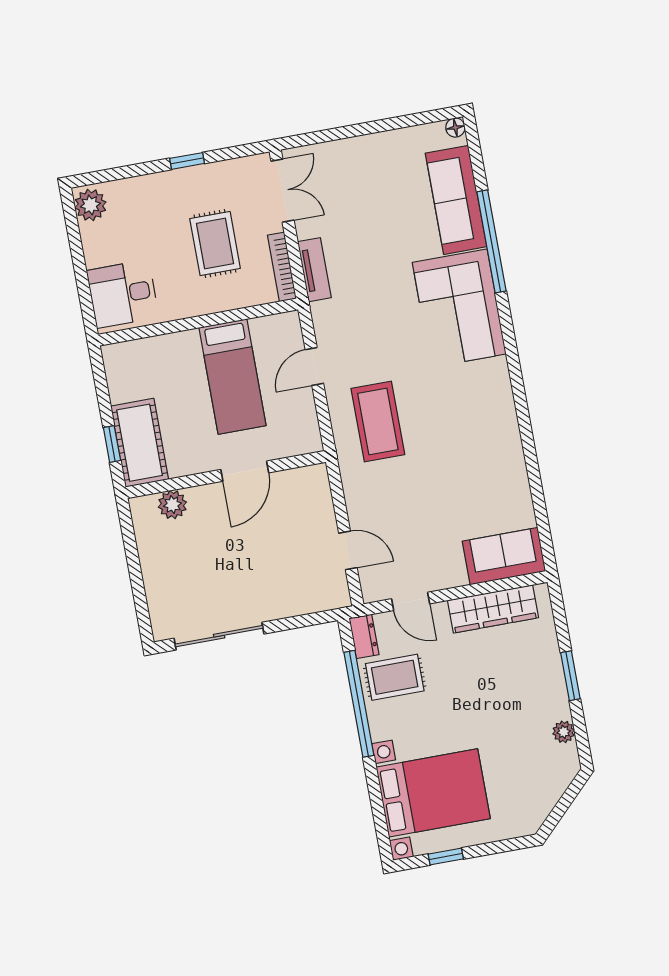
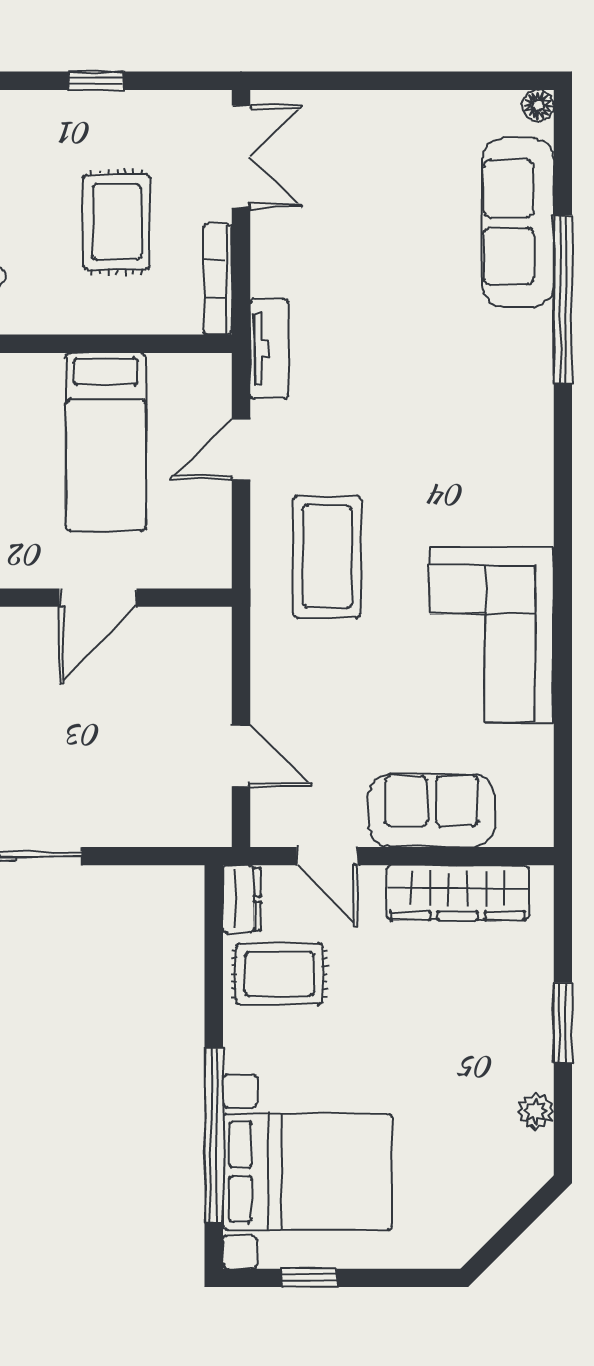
tv unit: (314, 270) -> (269, 349), moved
corner sofa: (459, 308) -> (491, 635), moved
sofa: (504, 556) -> (432, 811), moved
window: (359, 704) -> (214, 1135), moved

